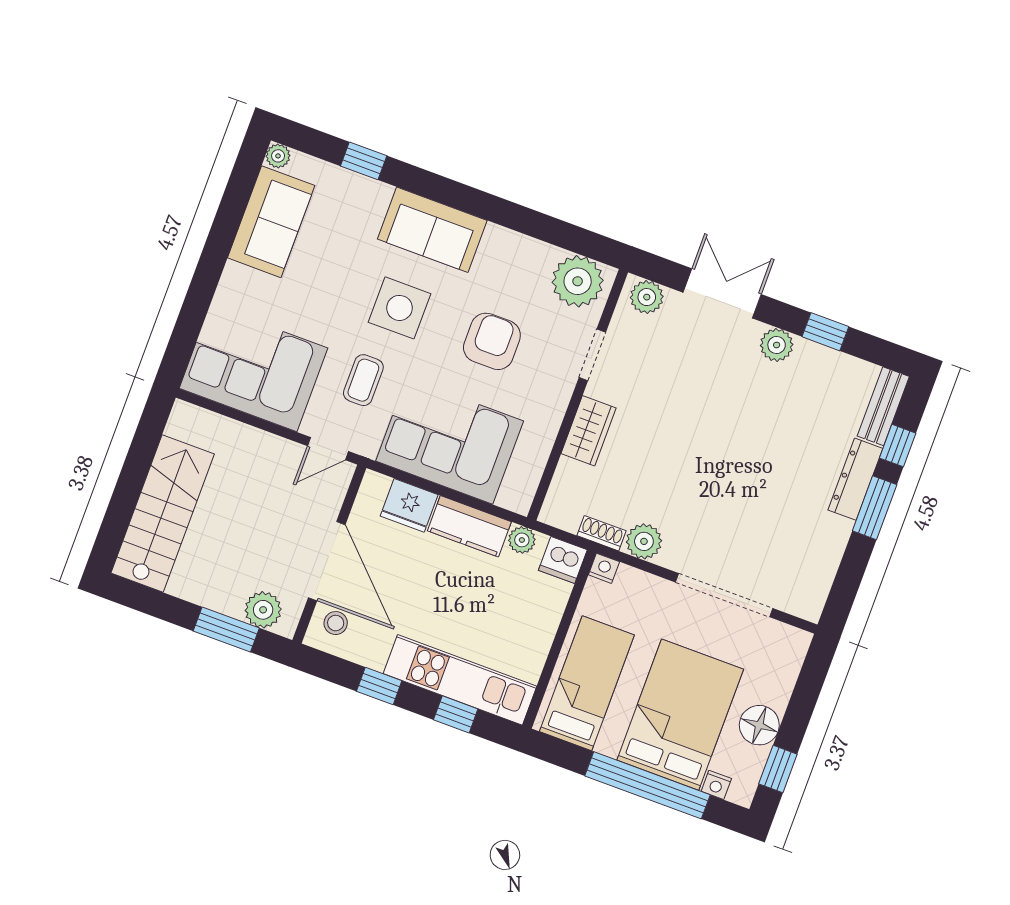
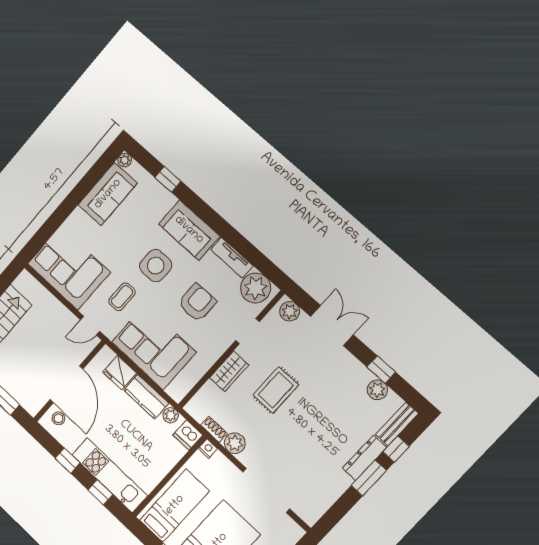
tv unit: (520, 248) -> (232, 258), added
plant: (777, 345) -> (377, 390), moved
rug: (675, 430) -> (276, 390), added
plant: (263, 610) -> (25, 396), removed

